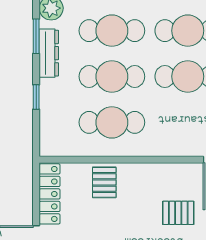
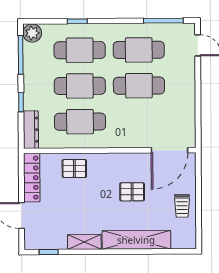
window: (36, 36) -> (21, 55), width x1.44
dresser: (49, 53) -> (31, 130), moved
pallet: (104, 182) -> (74, 169), turned 90

